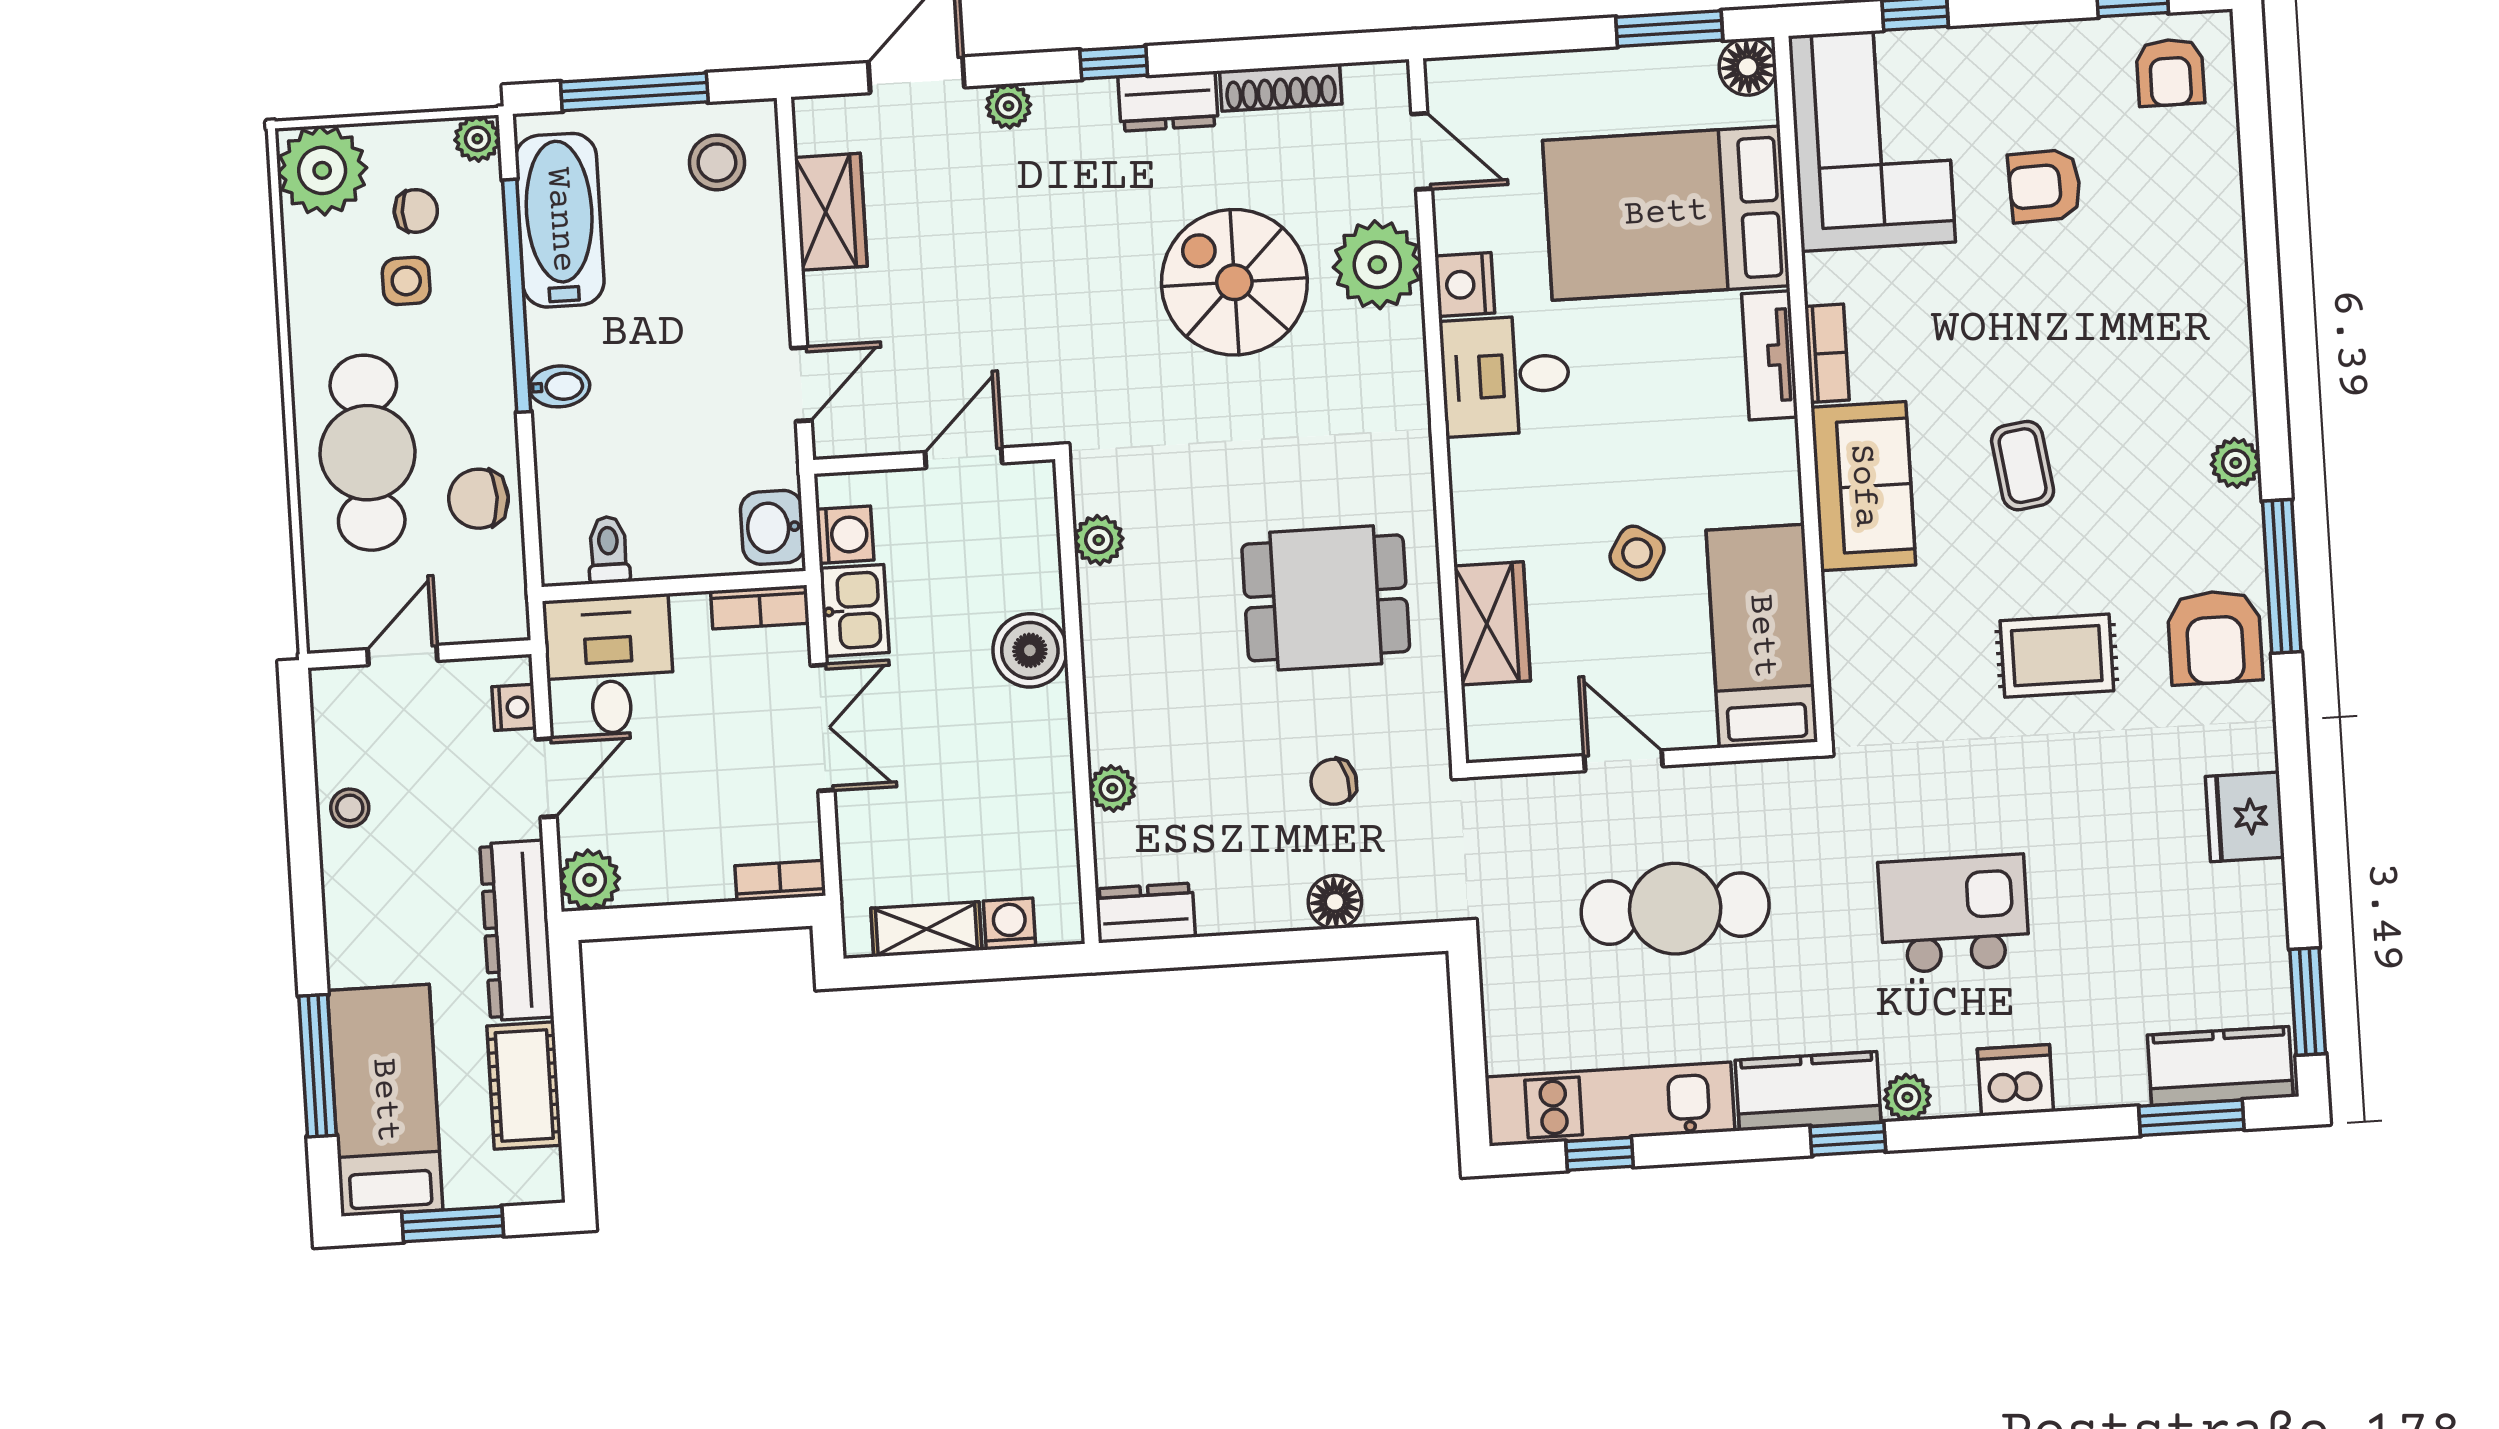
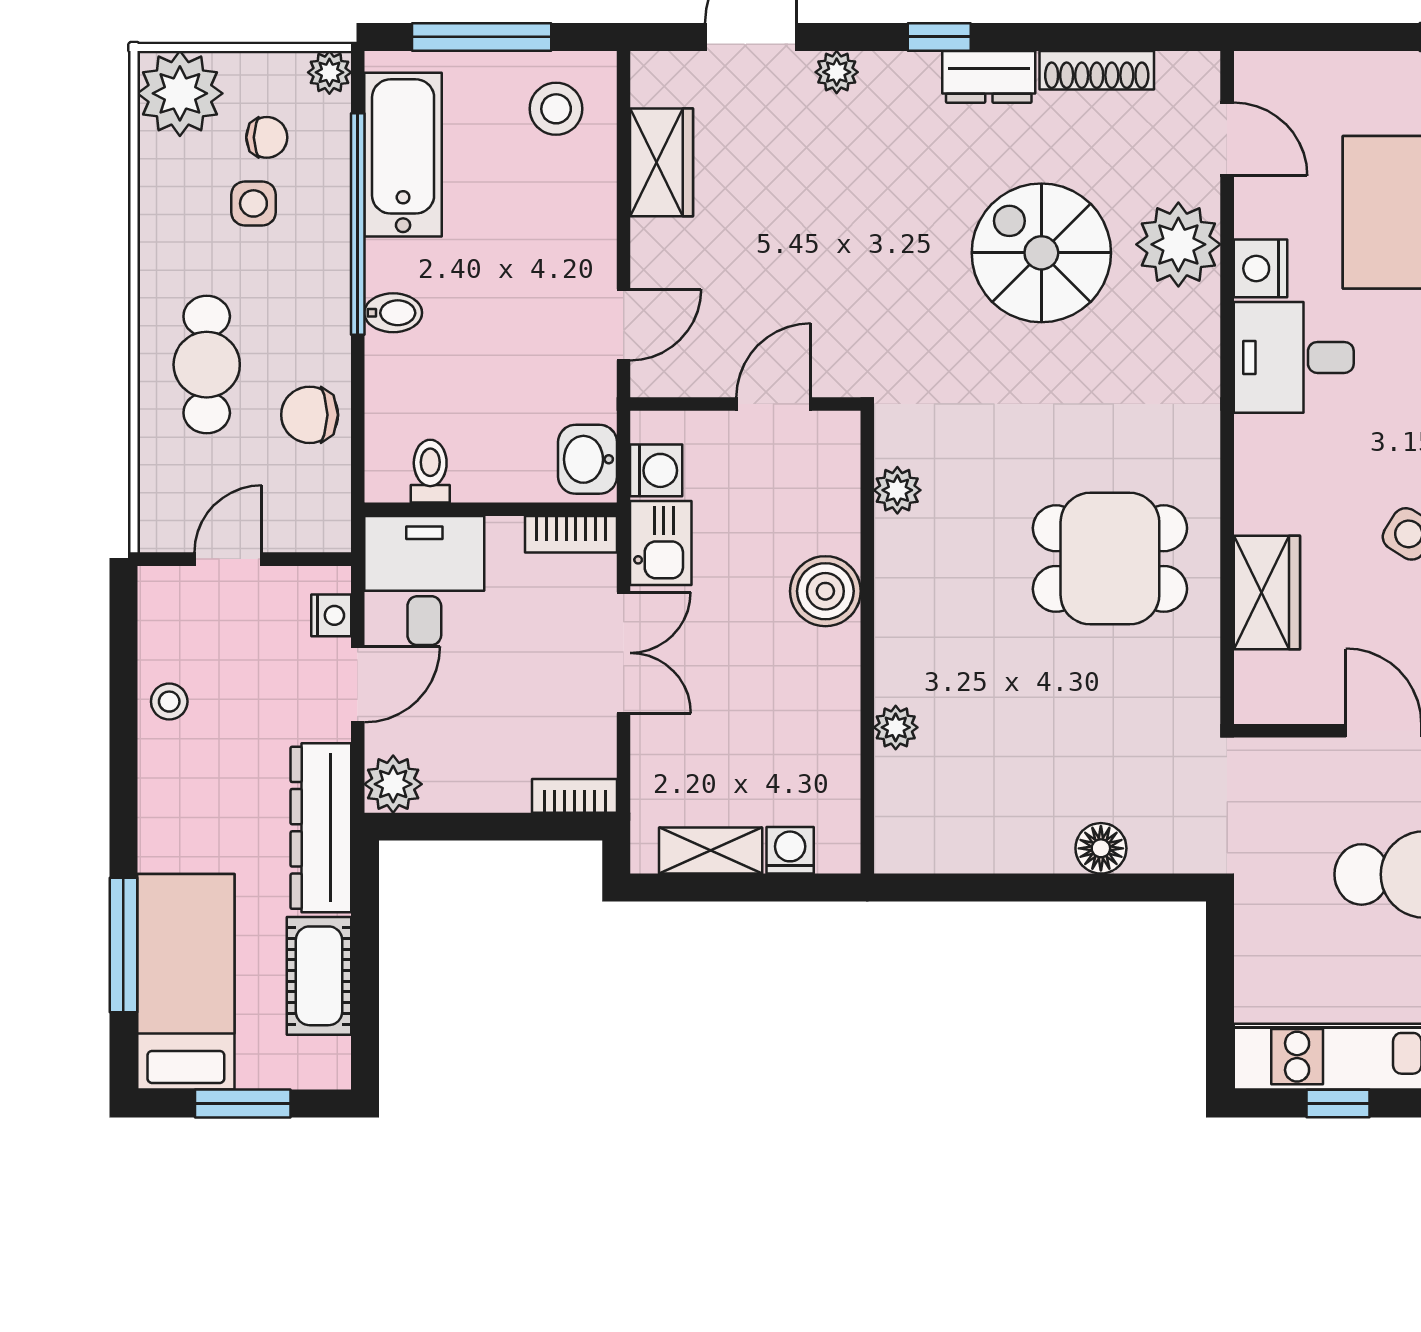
cafe table: (367, 453) -> (207, 365), width x0.73, depth x0.74
chair: (1334, 782) -> (1107, 734), removed
dresser: (1145, 913) -> (920, 848), removed

